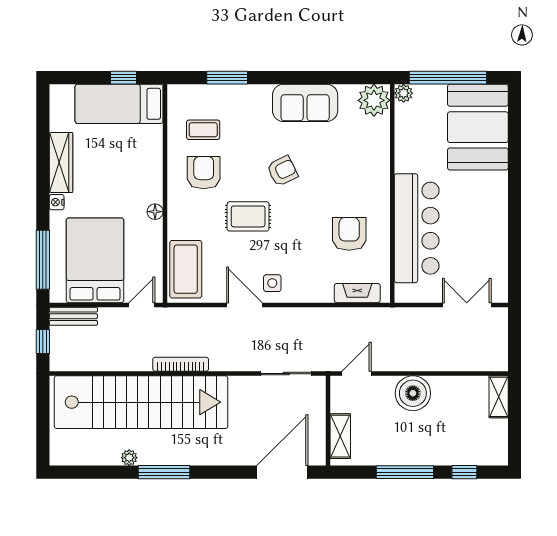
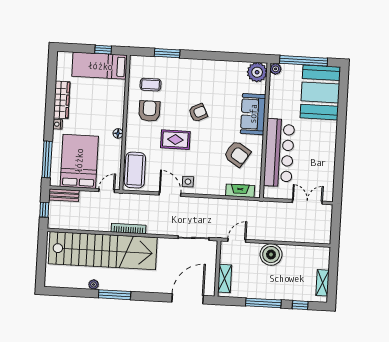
sofa: (305, 103) -> (253, 114), moved, turned 90
armchair: (349, 234) -> (237, 154), turned 123
shelving: (499, 397) -> (323, 283), moved

